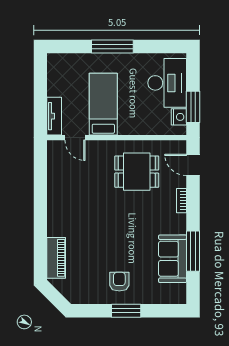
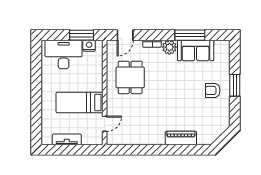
window: (112, 47) -> (36, 96), removed
tv unit: (54, 116) -> (67, 139), moved
plant: (177, 224) -> (169, 47), added
piano: (56, 258) -> (181, 138), moved

